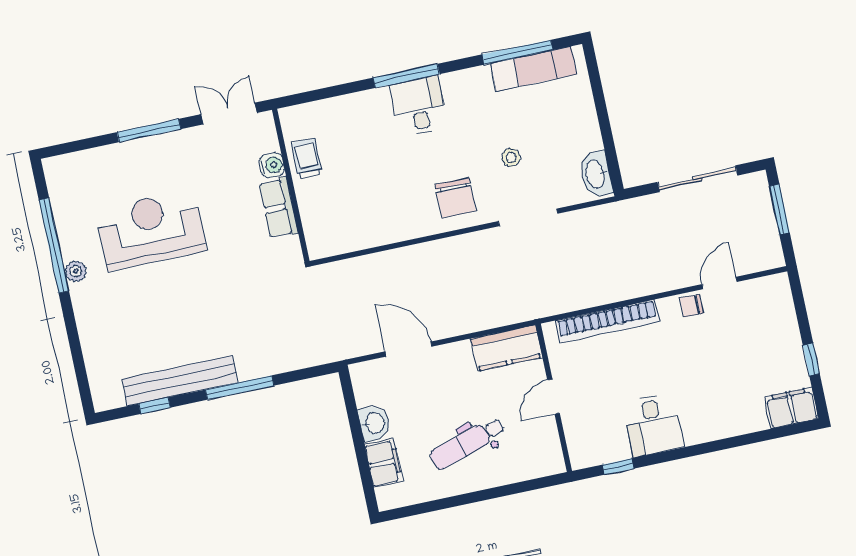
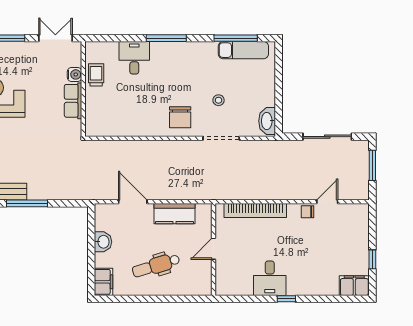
desk: (419, 106) -> (134, 58), moved
kitchen counter: (506, 348) -> (175, 214), moved
filing cabinet: (384, 463) -> (104, 282), moved
window: (618, 467) -> (286, 299), moved

